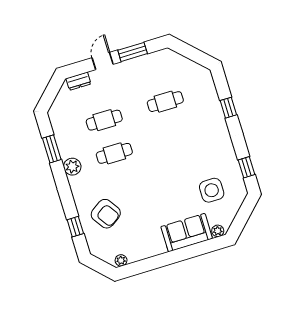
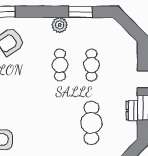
dresser: (79, 81) -> (132, 111), moved
cafe table: (165, 102) -> (91, 123), width x1.37, depth x1.35

